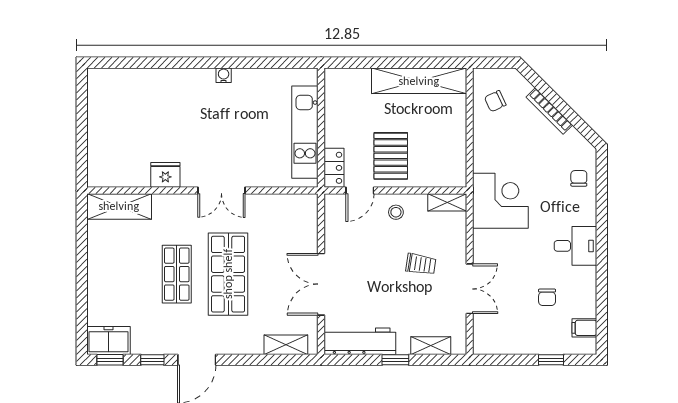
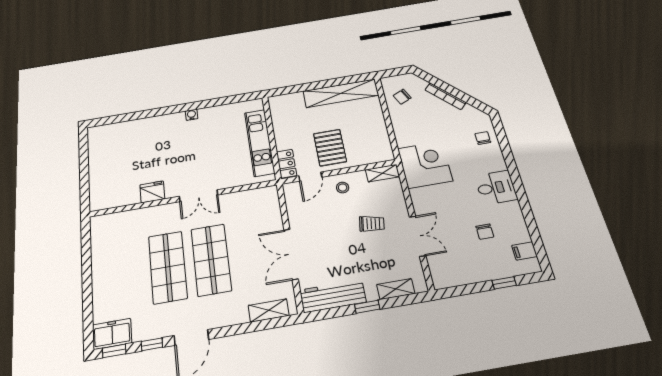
shelving: (119, 206) -> (116, 222), removed
shop shelf: (177, 274) -> (168, 267), width x1.43, depth x1.36

